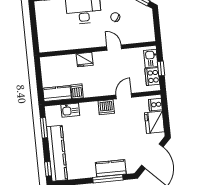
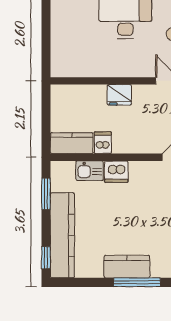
dishwasher: (106, 107) -> (116, 172), moved
kitchen counter: (111, 168) -> (127, 267), moved

